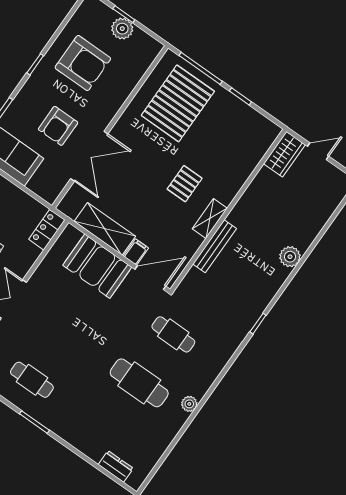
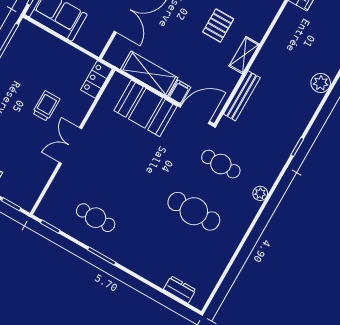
bench: (215, 246) -> (242, 96), moved
plant: (189, 404) -> (260, 193), moved

